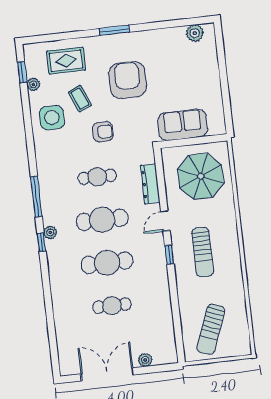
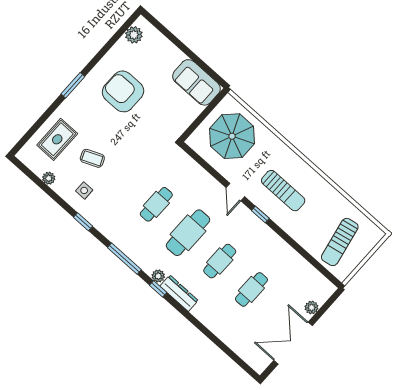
window: (22, 72) -> (83, 222), moved
armchair: (128, 80) -> (123, 91), moved
side table: (52, 118) -> (84, 190), width x0.54, depth x0.54
sofa: (183, 125) -> (196, 82), moved, turned -90
armchair: (103, 132) -> (131, 168), removed
dresser: (150, 184) -> (179, 293), moved, turned 180
cafe table: (107, 263) -> (220, 261), width x0.73, depth x0.74
sun lounger: (211, 329) -> (340, 242), turned 58

